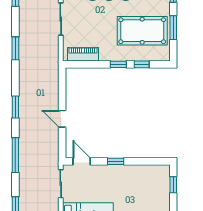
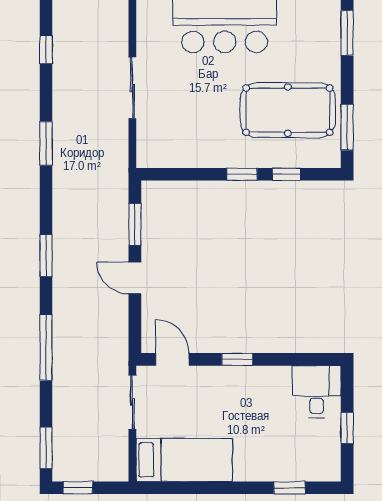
window: (173, 28) -> (347, 127), moved
piano: (83, 54) -> (175, 155), removed
window: (62, 91) -> (135, 224), added
desk: (157, 178) -> (317, 392), added
window: (173, 185) -> (347, 428), moved

